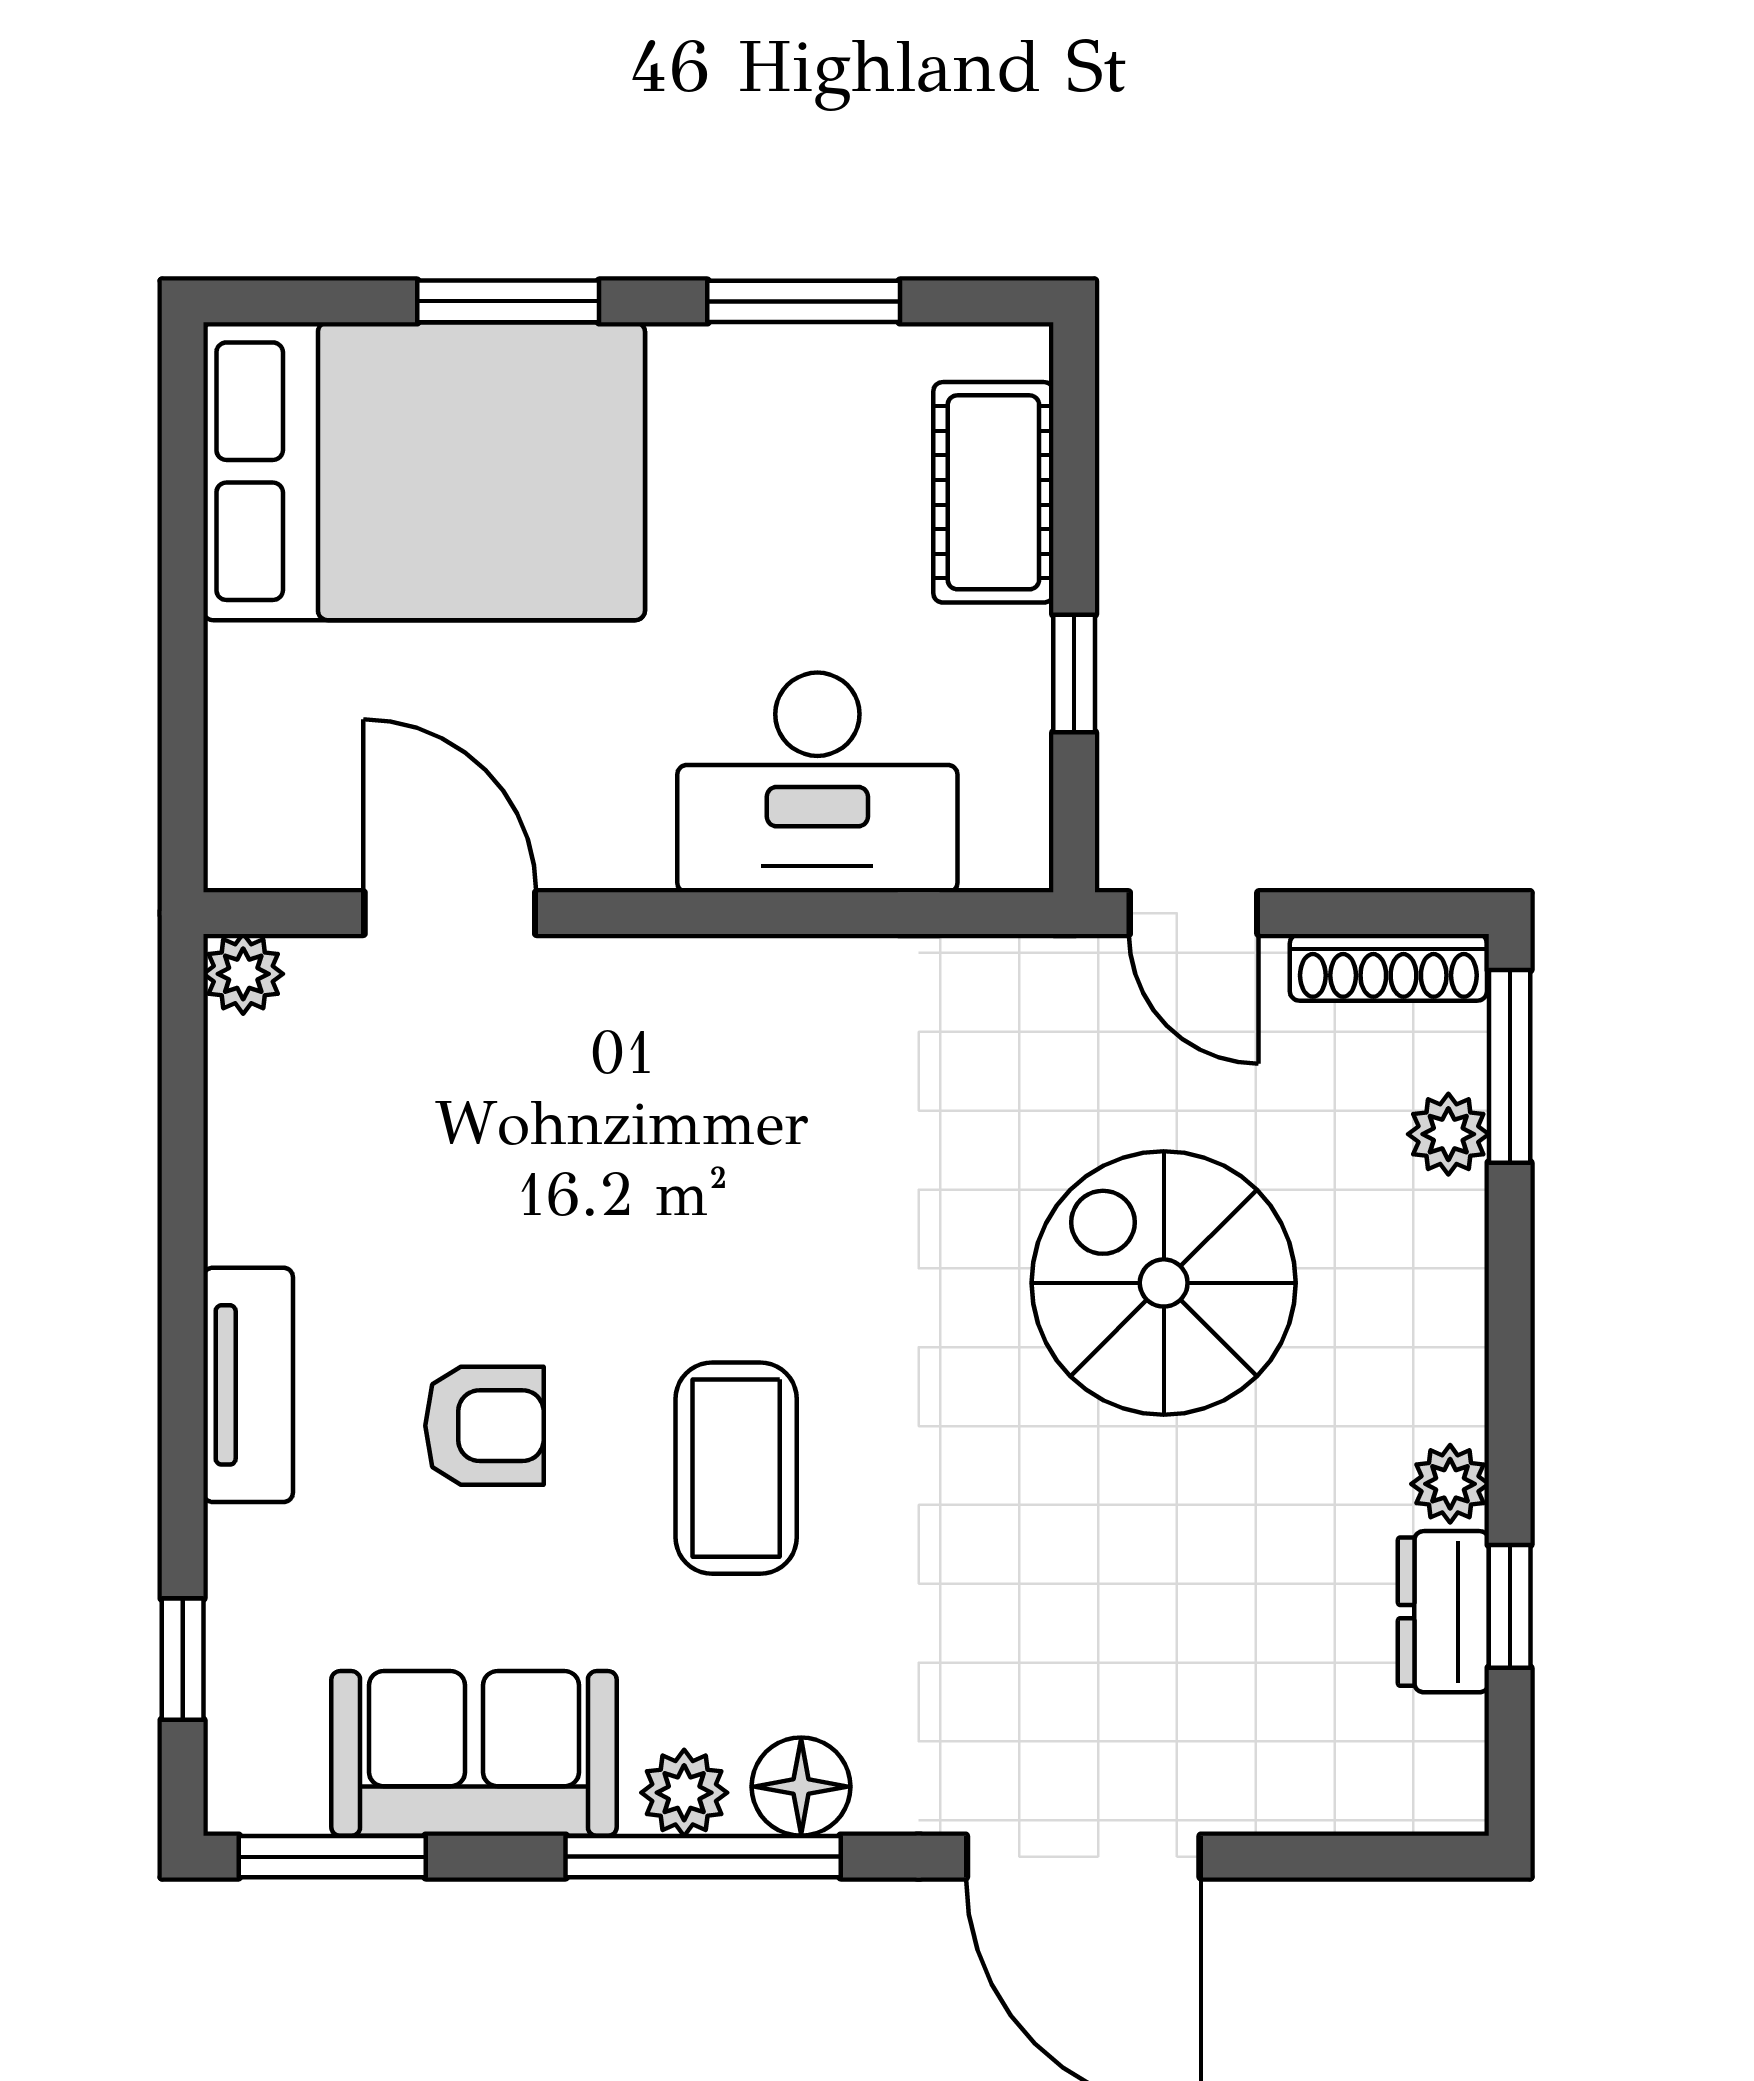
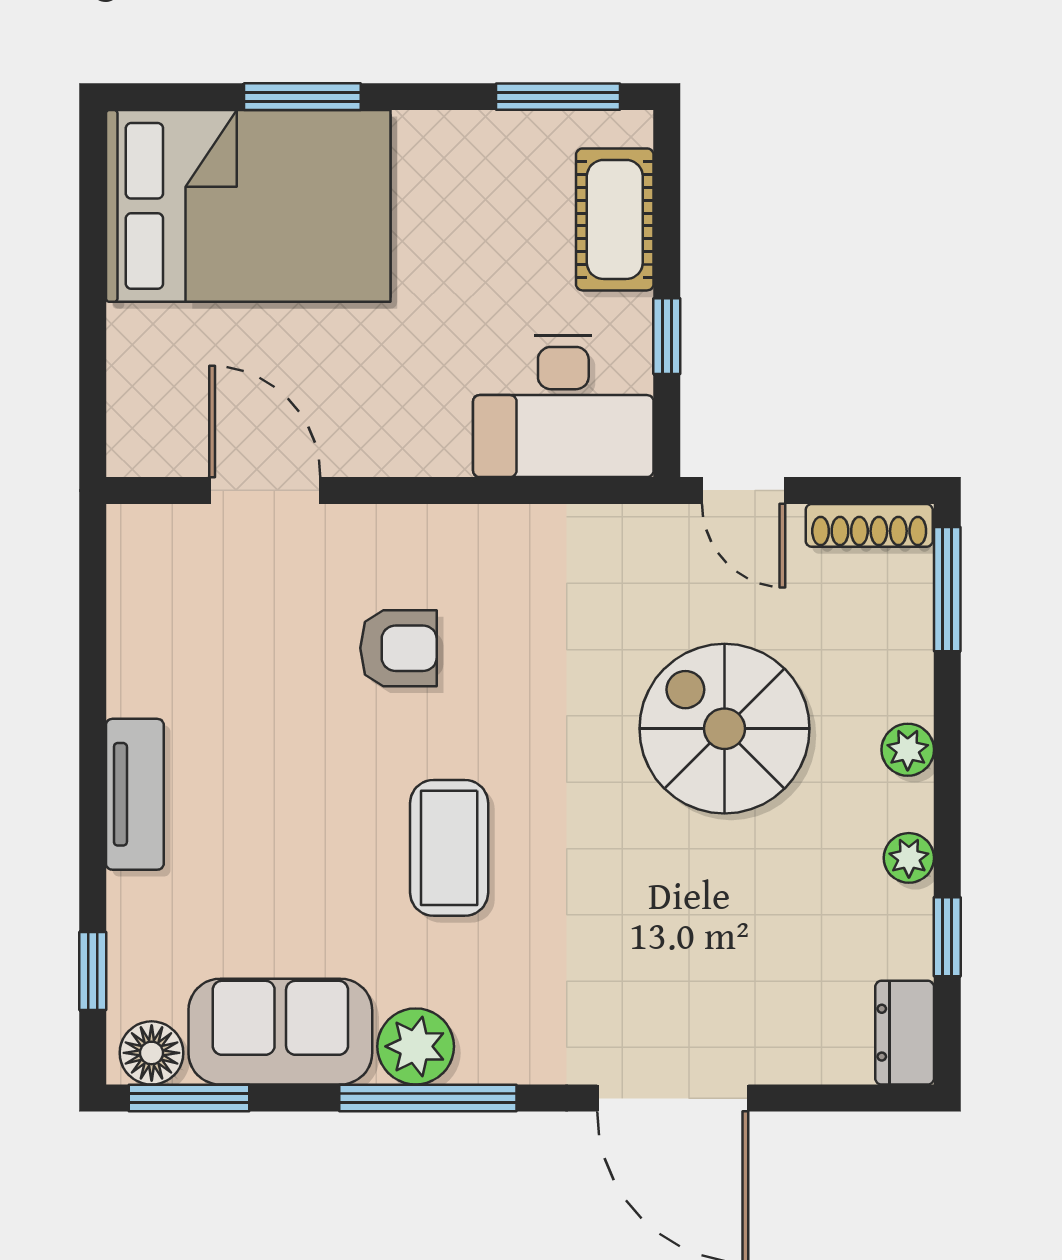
window: (804, 301) -> (558, 97), moved
desk: (817, 782) -> (563, 406), moved
plant: (243, 974) -> (132, 530), removed
plant: (1448, 1134) -> (908, 750), moved
armchair: (484, 1426) -> (399, 648), moved
dresser: (1443, 1612) -> (905, 1033), moved
floor lamp: (801, 1787) -> (152, 1053), moved
plant: (684, 1793) -> (416, 1046), width x1.38, depth x1.38

